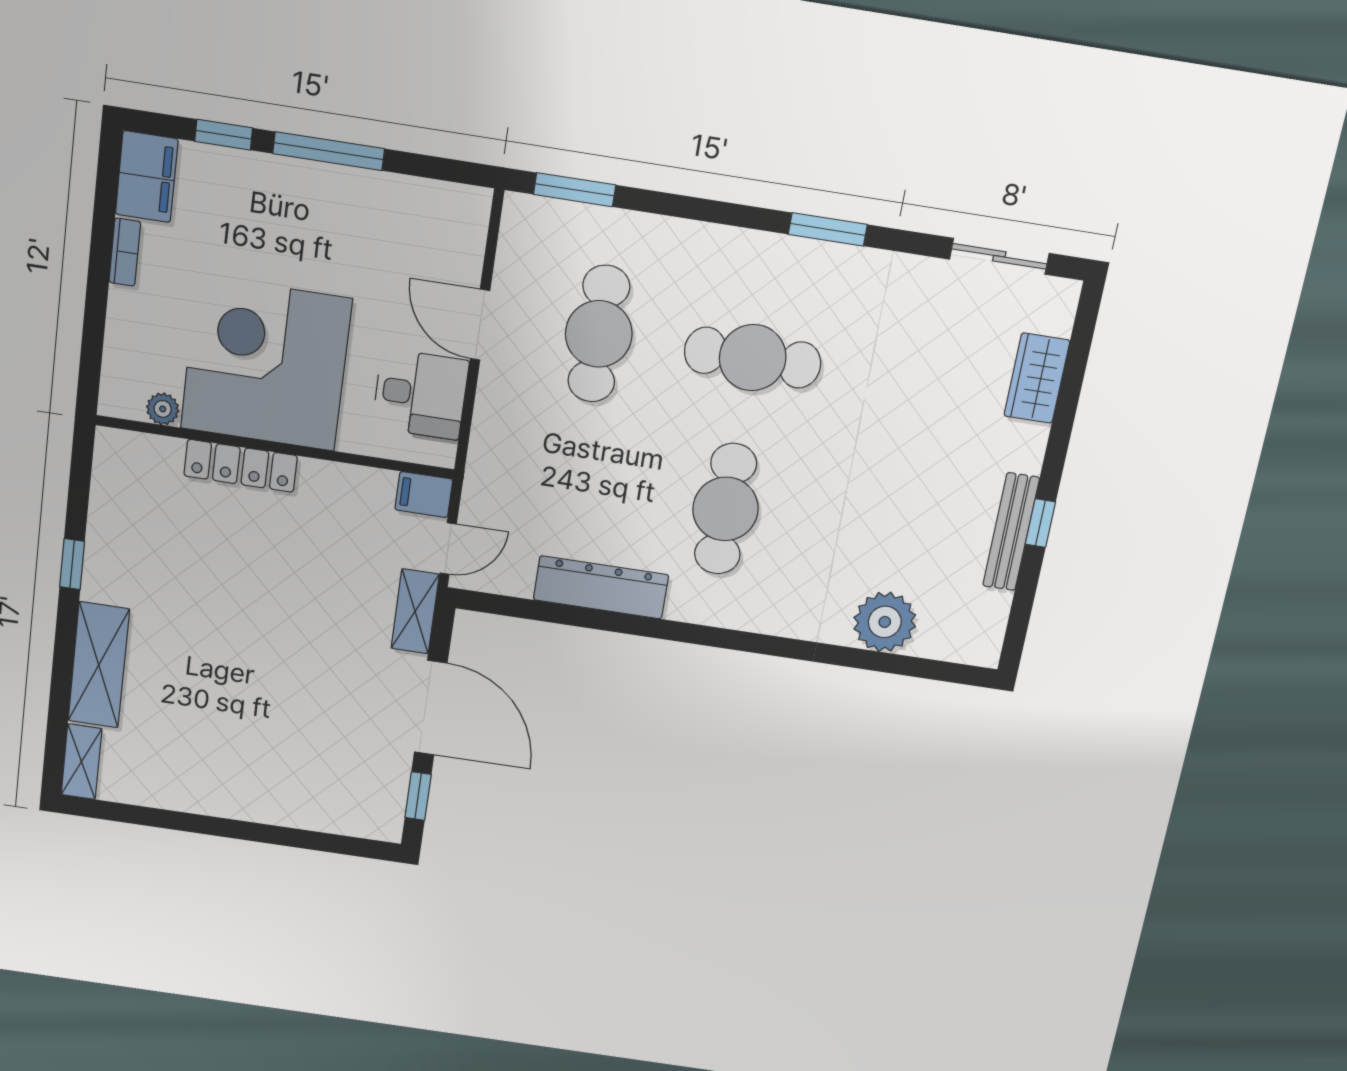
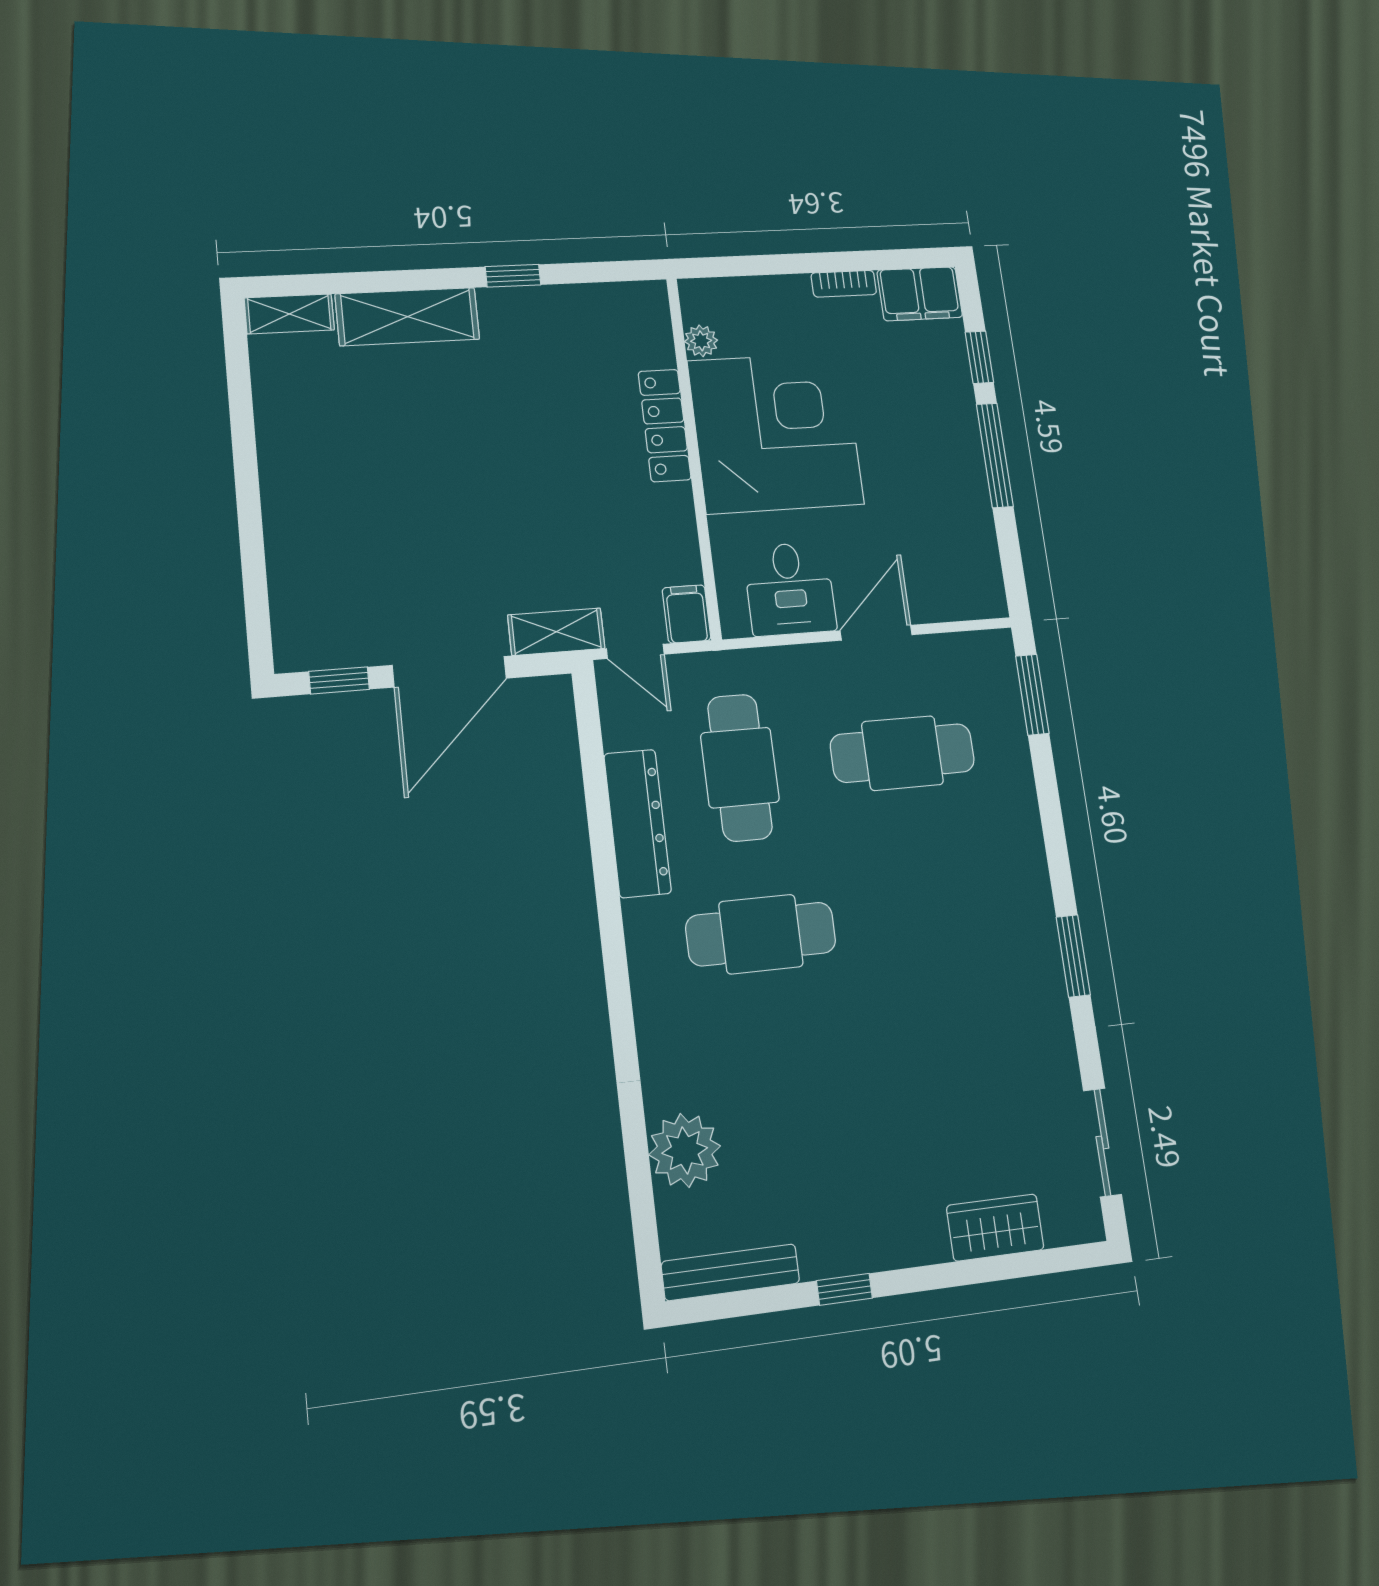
cafe table: (753, 358) -> (740, 768), moved
bench: (1011, 532) -> (730, 1272), moved

